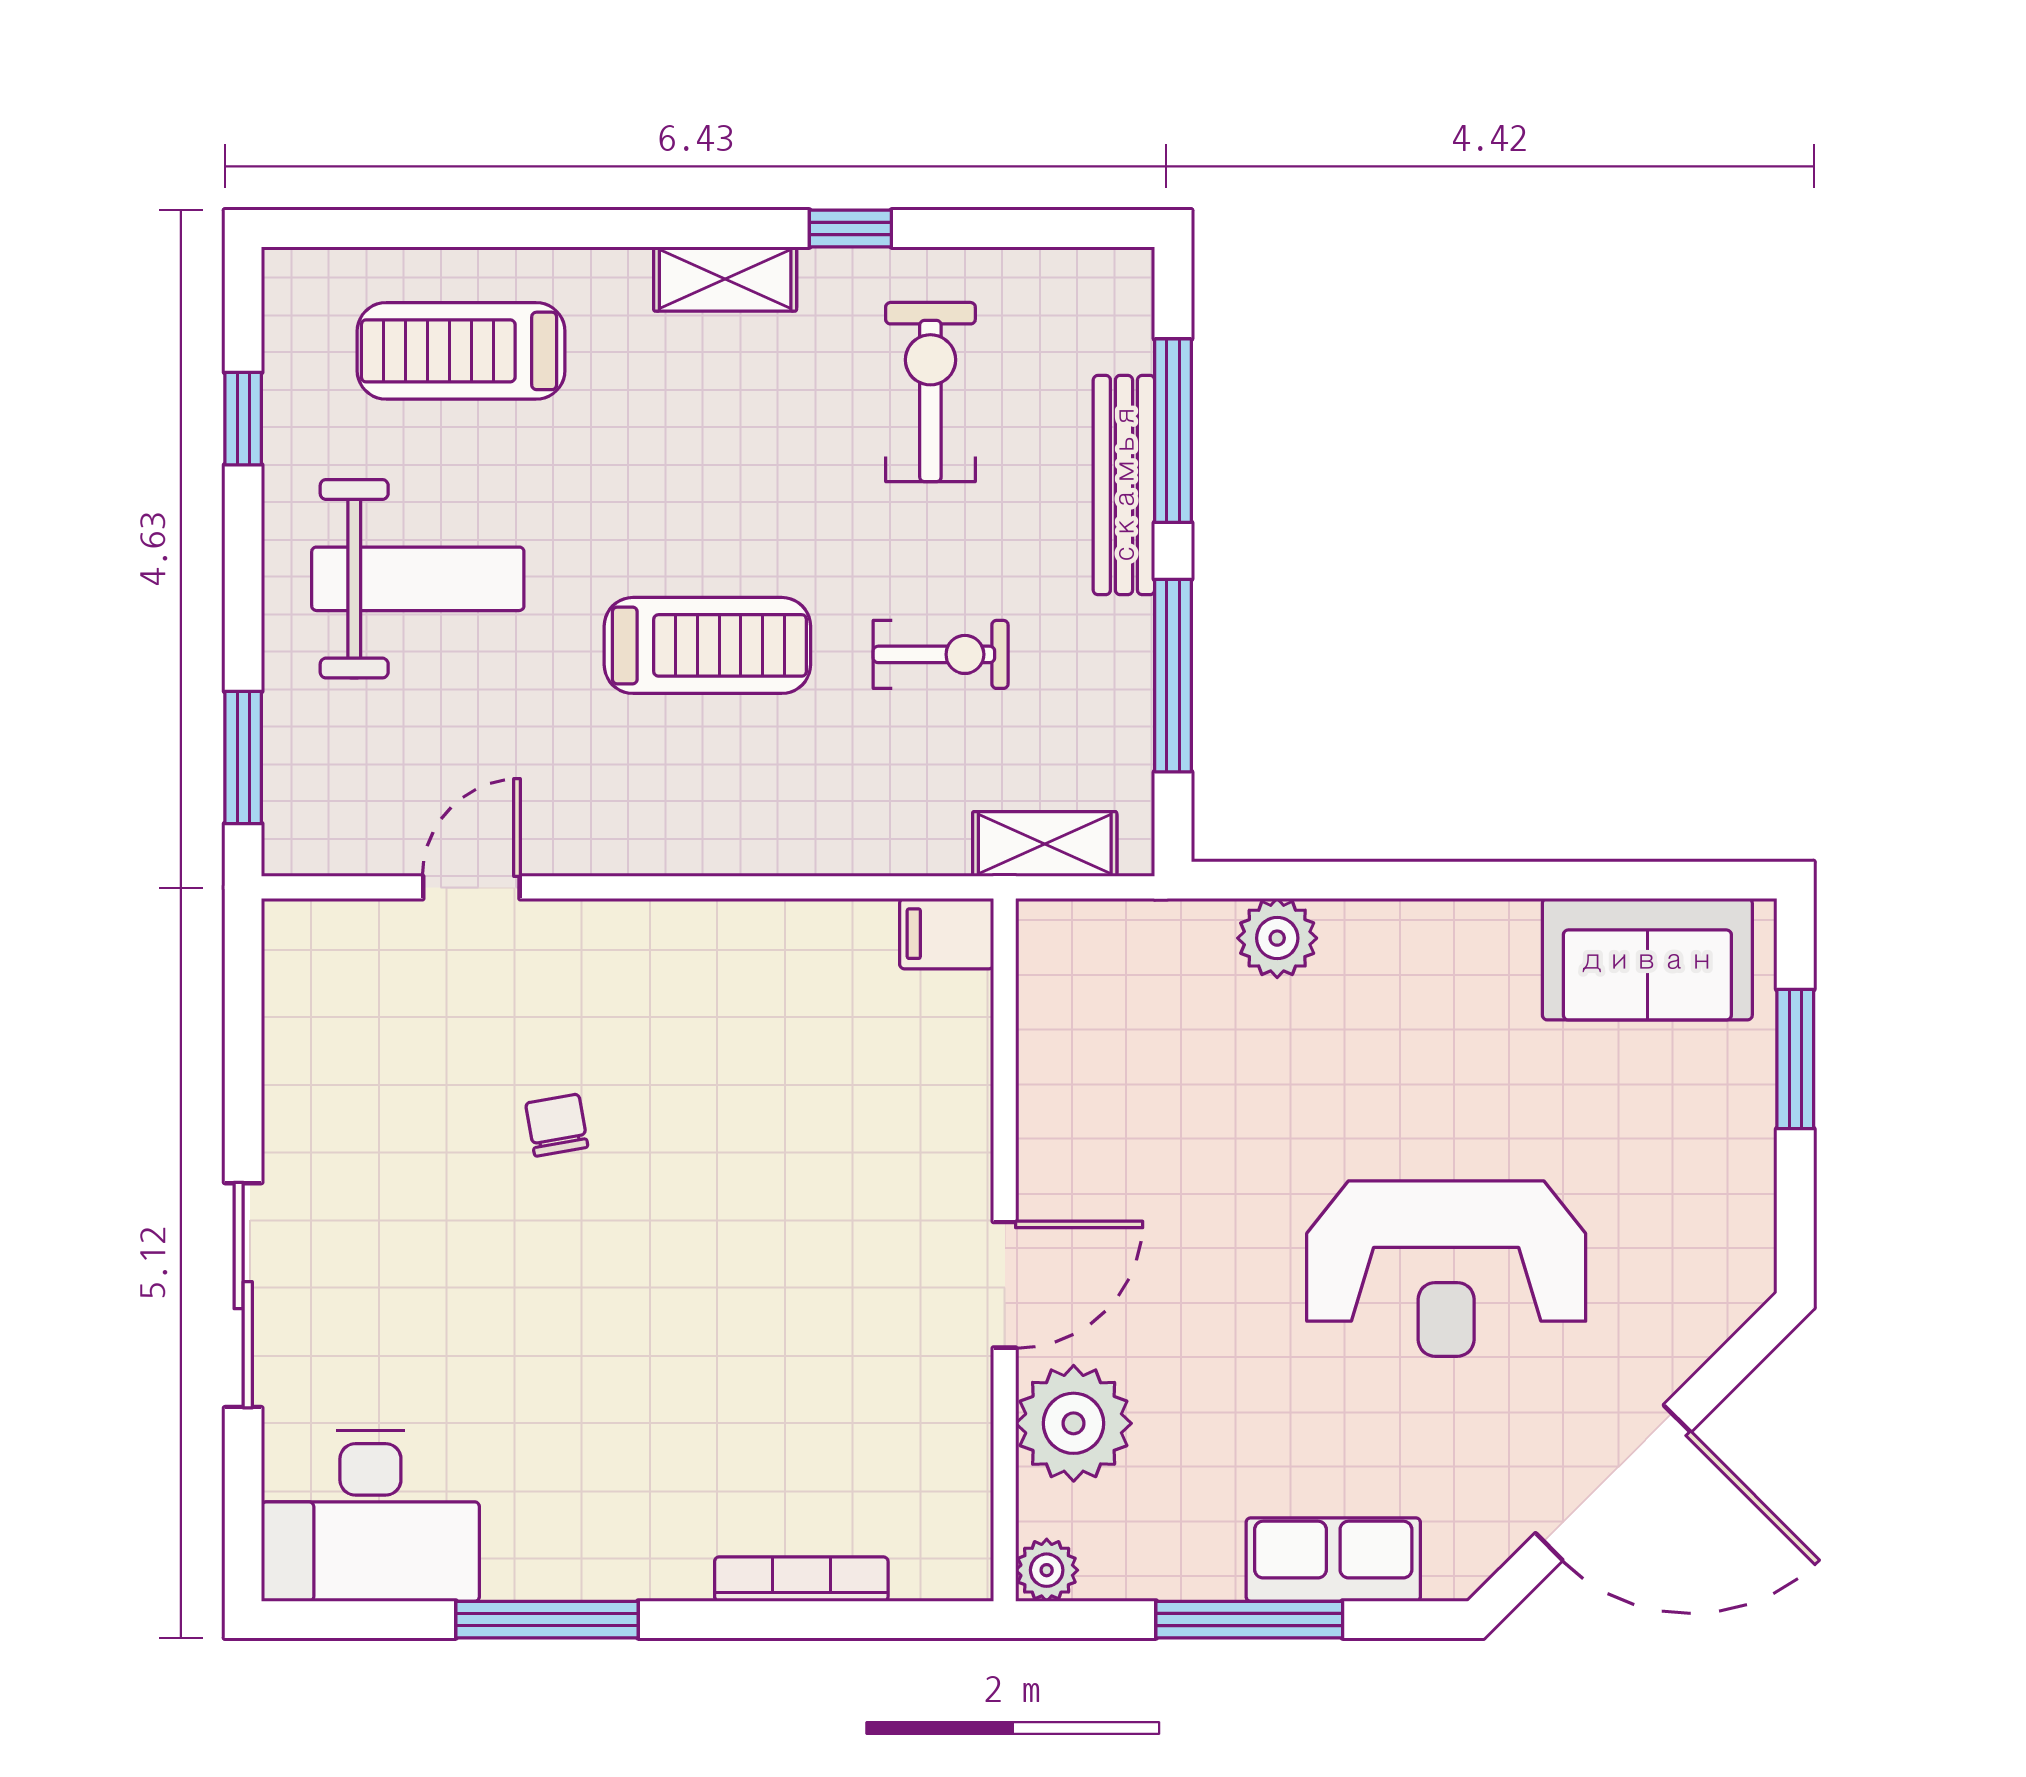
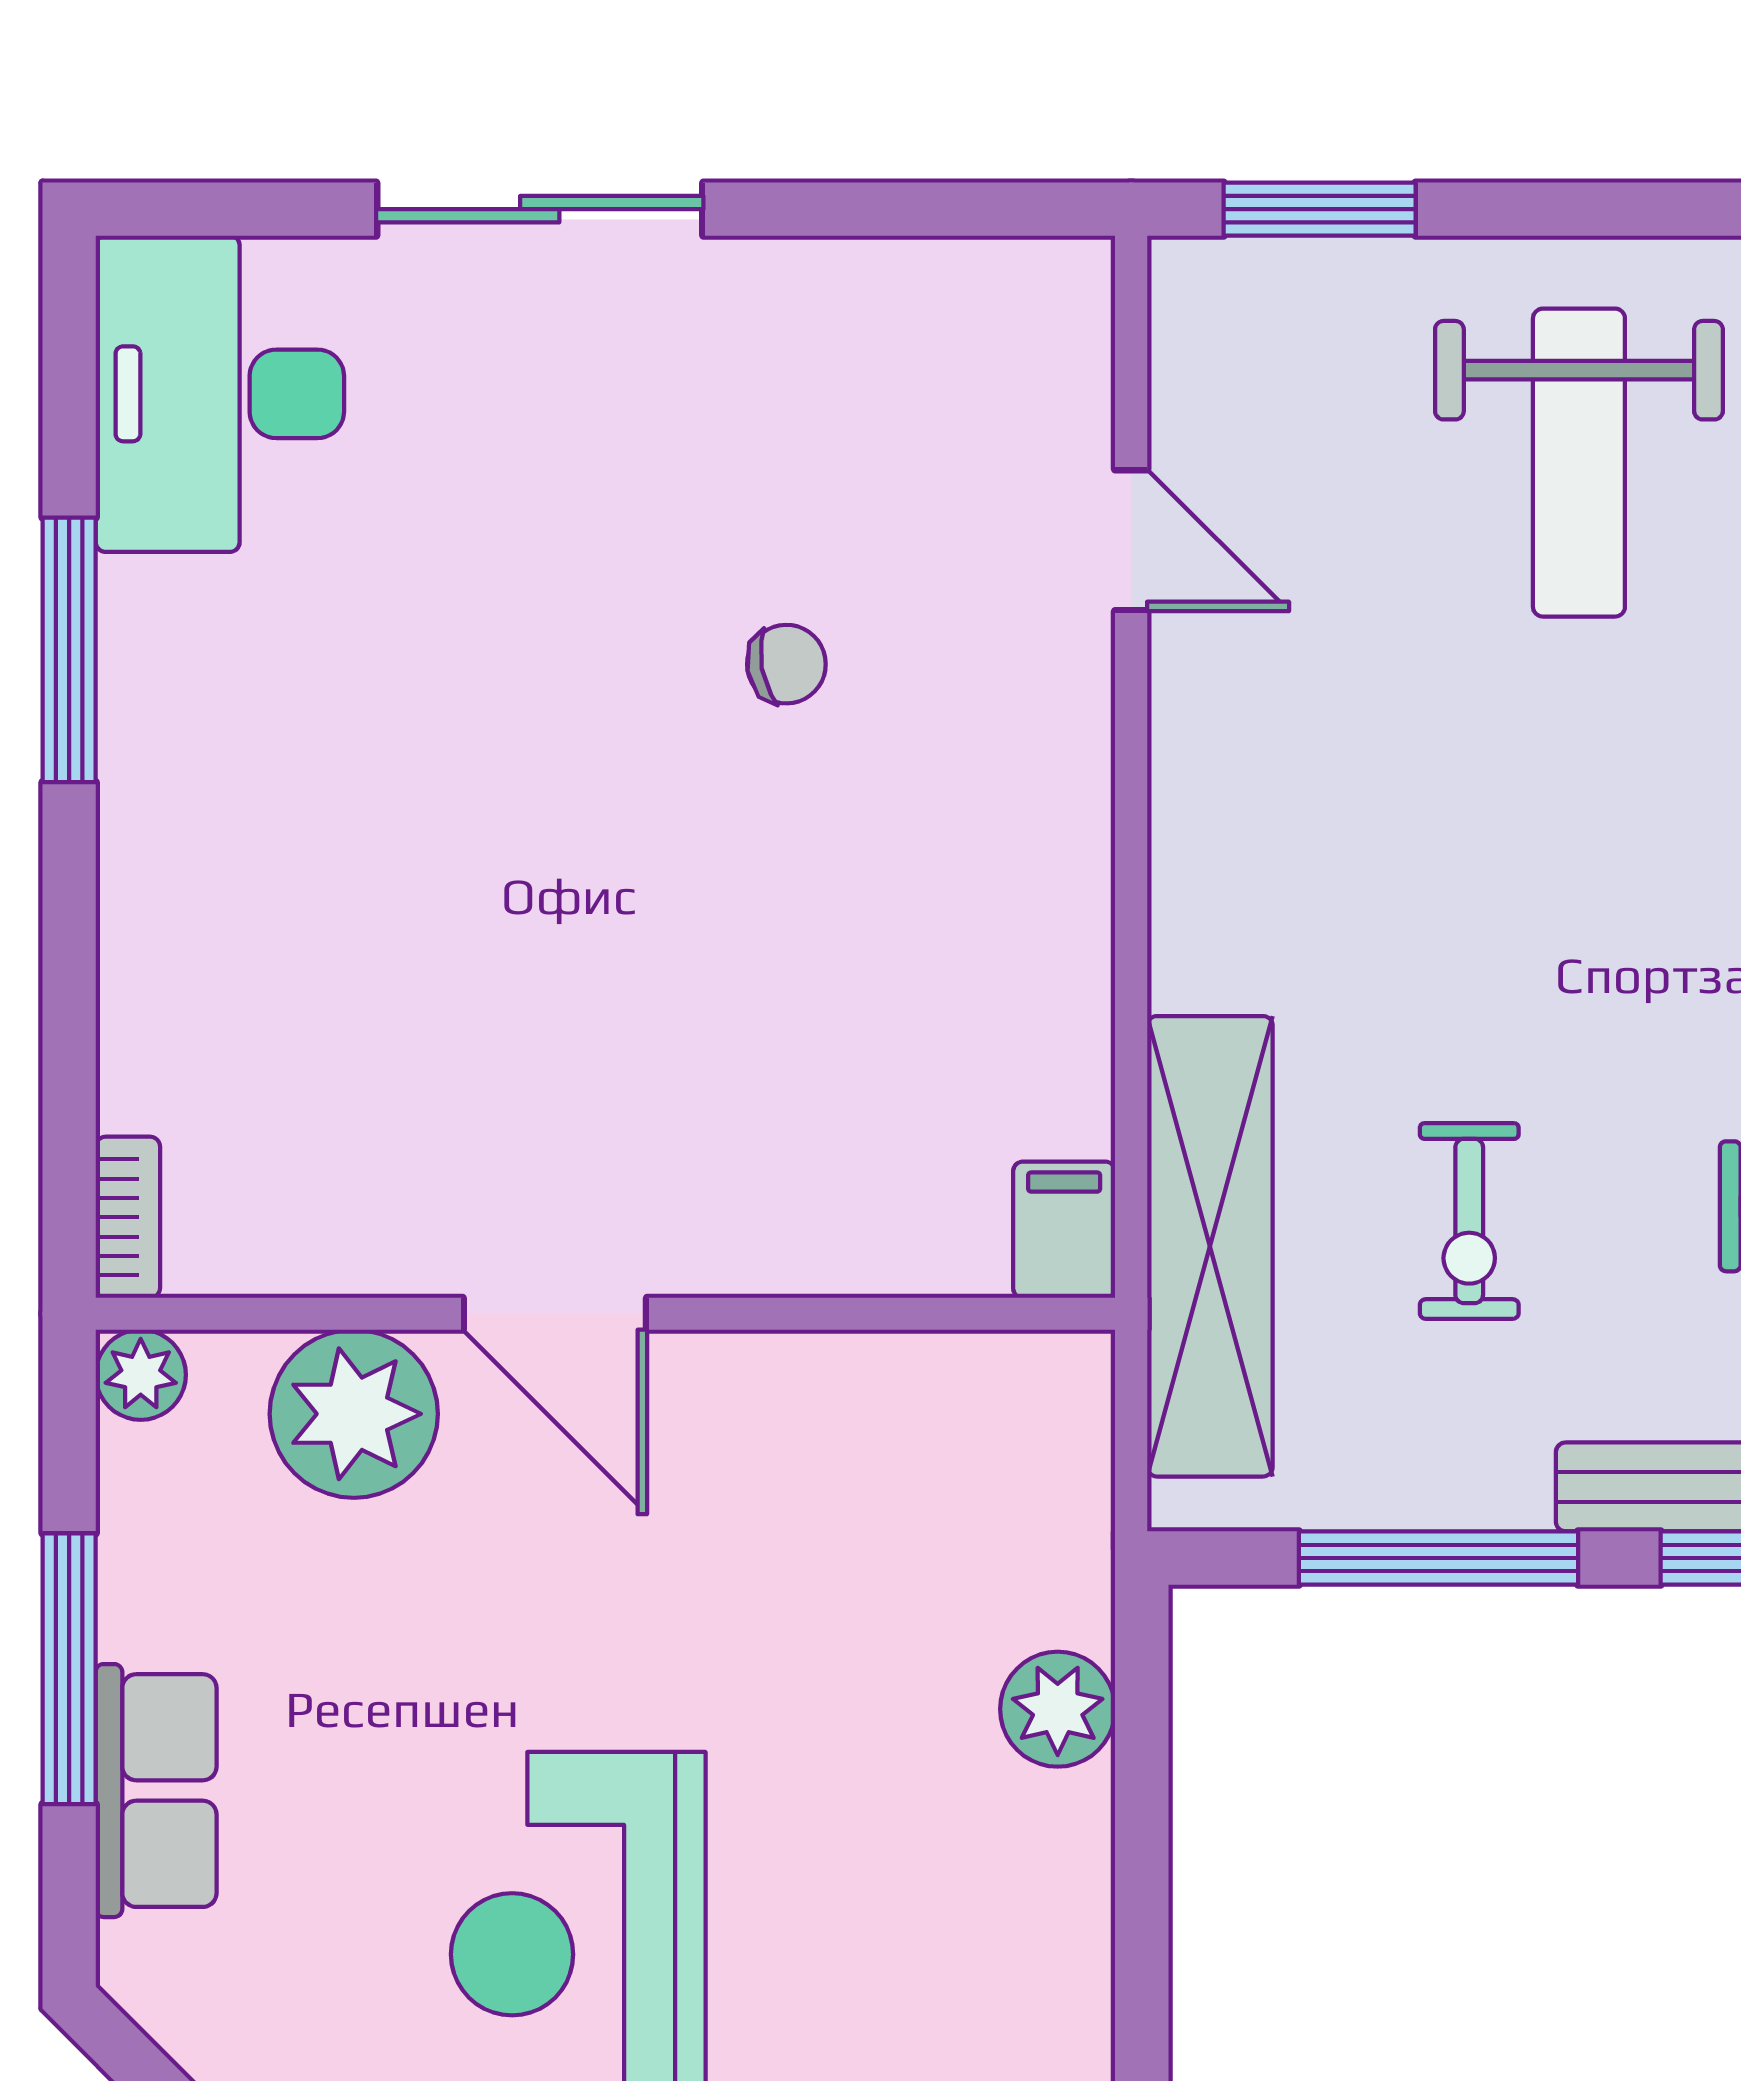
treadmill: (707, 645) -> (1482, 883), removed
shelving: (1045, 844) -> (1210, 1246), width x2.20, depth x1.33
bookcase: (801, 1579) -> (128, 1217), moved, width x0.64

